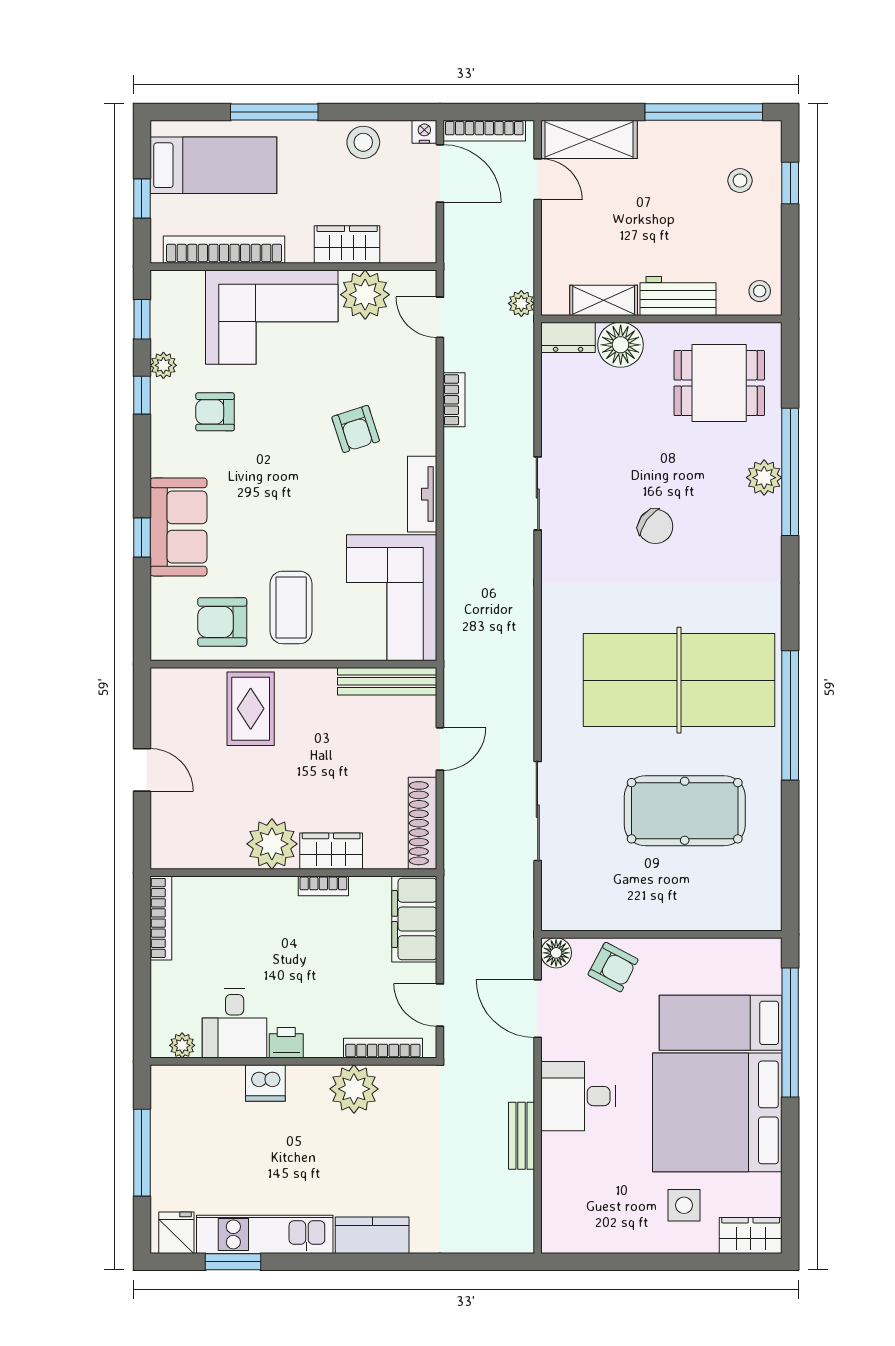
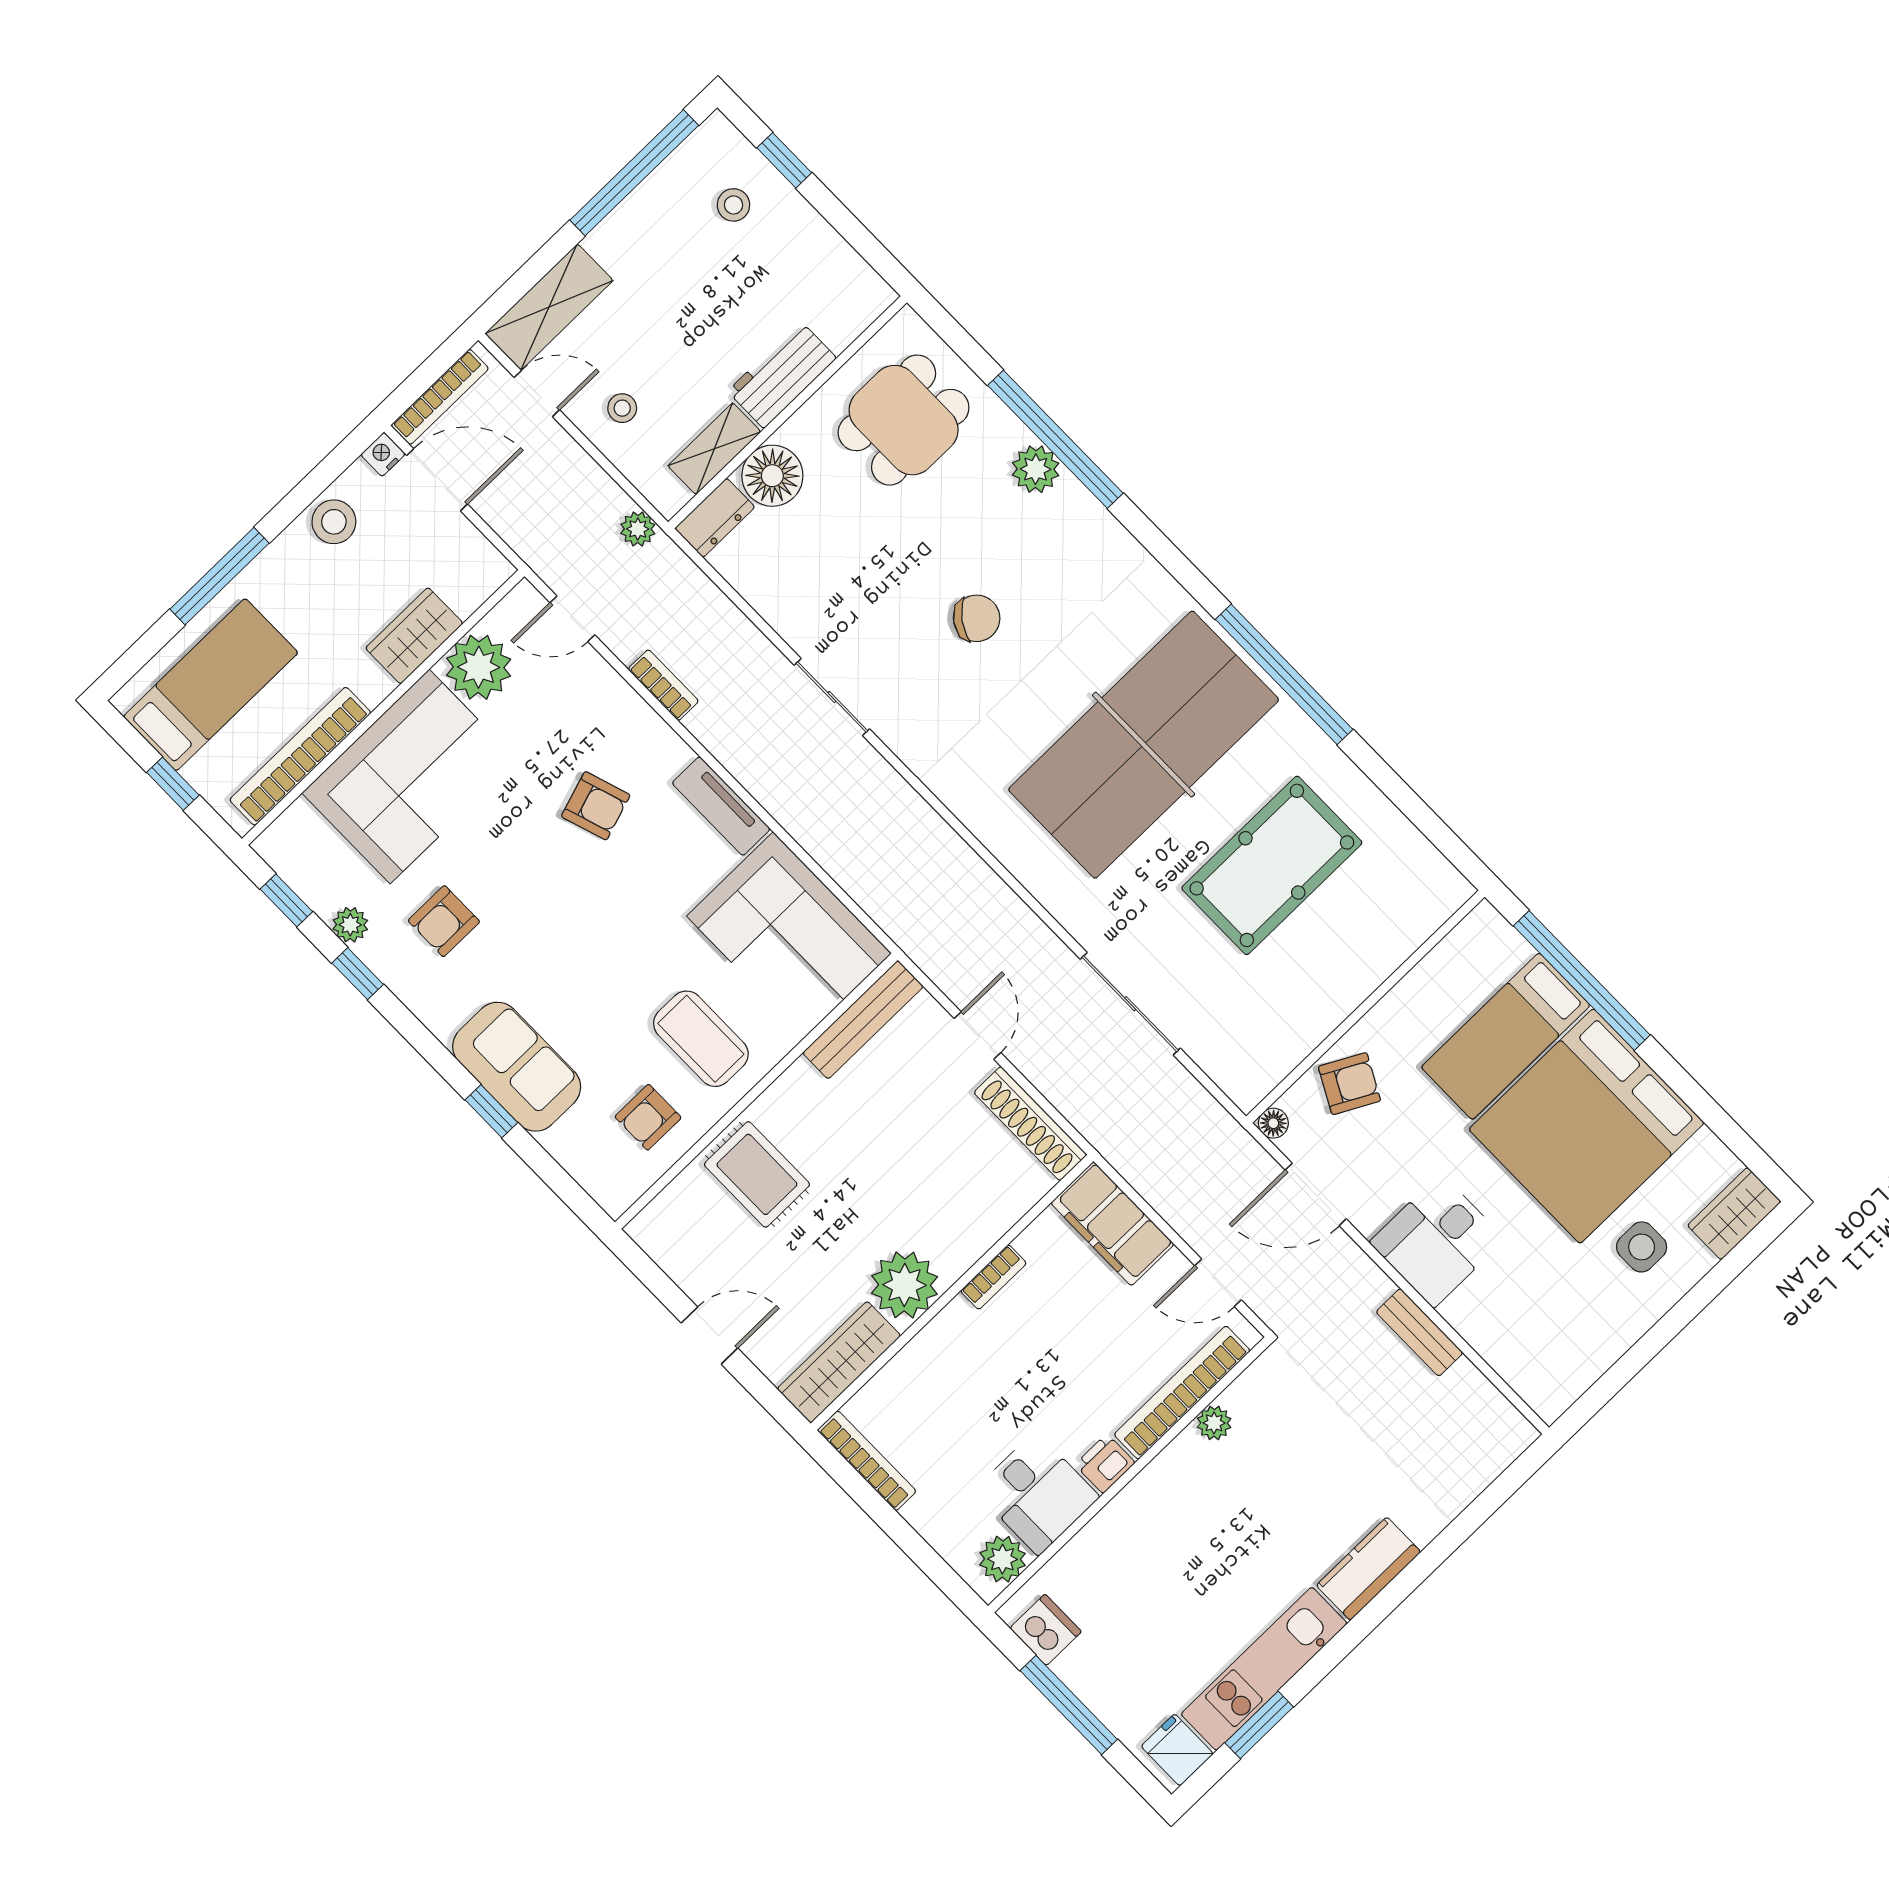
stool: (760, 291) -> (622, 408), moved
armchair: (222, 622) -> (648, 1117), width x0.72, depth x0.72
wardrobe: (331, 851) -> (839, 1362), moved, width x1.50
floor lamp: (556, 953) -> (1273, 1123), width x0.73, depth x0.73
plant: (182, 1045) -> (1003, 1559), width x1.38, depth x1.38
bookcase: (383, 1048) -> (1182, 1393), width x1.48, depth x1.31
dishwasher: (265, 1083) -> (1046, 1630), moved, turned -90
plant: (354, 1089) -> (1214, 1423), width x0.53, depth x0.53

